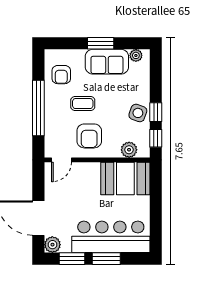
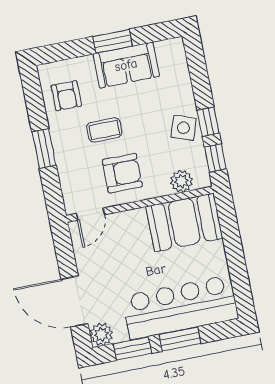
plant: (136, 55) -> (165, 48), removed
window: (38, 108) -> (44, 148), width x0.47
armchair: (89, 136) -> (122, 173), turned -90

